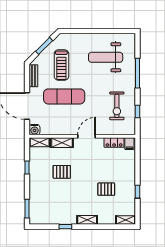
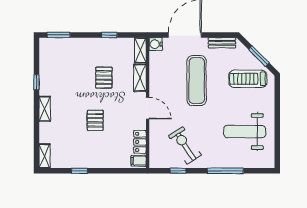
weight bench: (106, 57) -> (245, 132), turned -90
treadmill: (61, 65) -> (248, 79), moved
exercise bike: (117, 106) -> (185, 145), turned 57
pallet: (106, 189) -> (95, 120), moved

